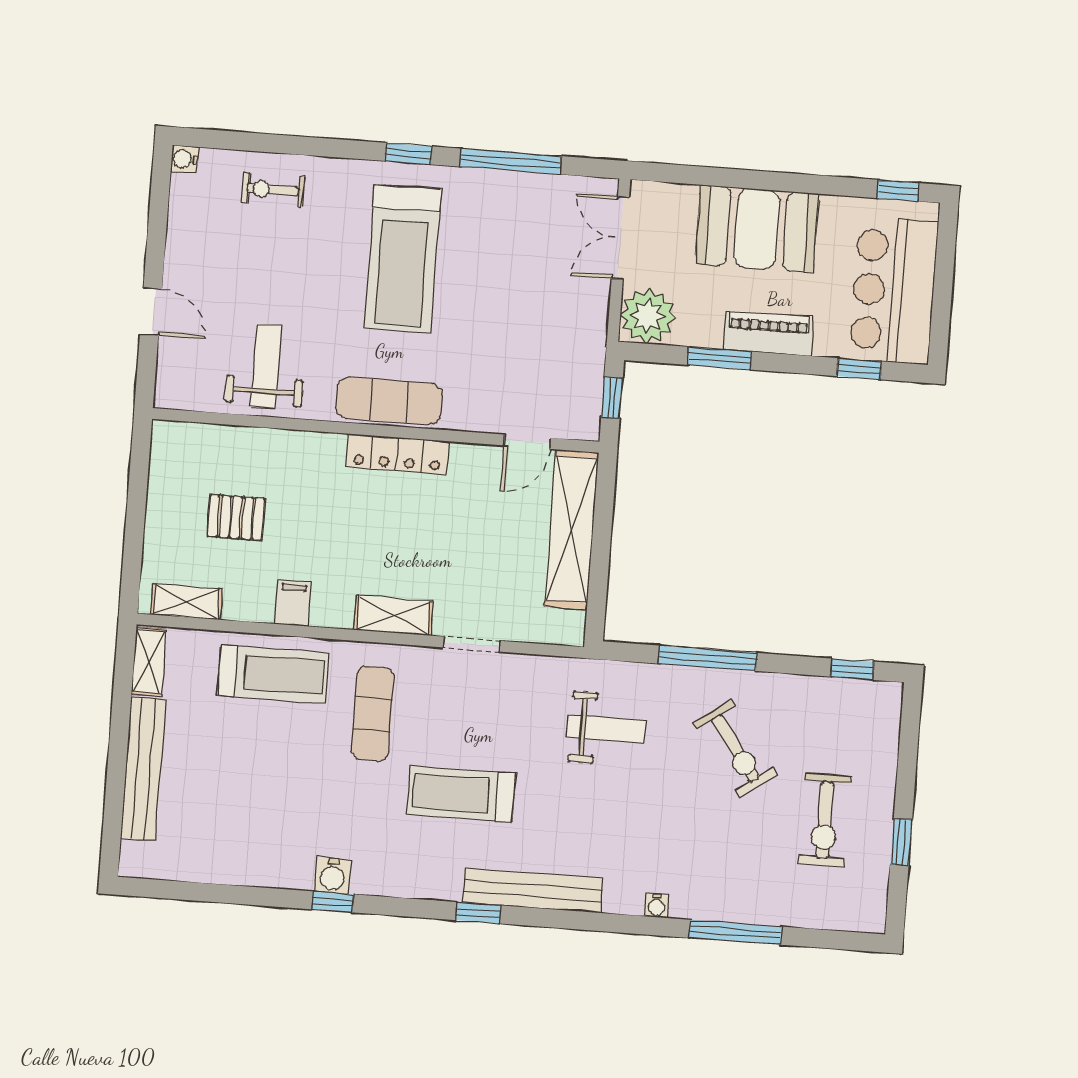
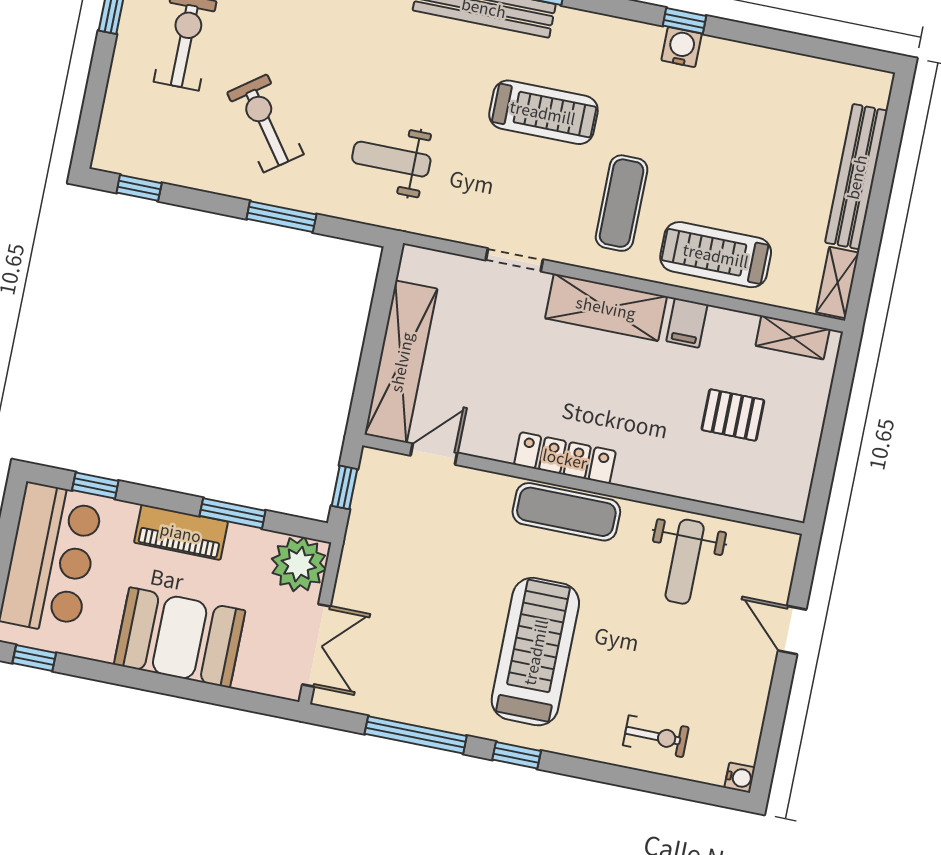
shelving: (394, 616) -> (606, 307), width x1.50, depth x1.33
window: (708, 658) -> (281, 217), width x0.69

